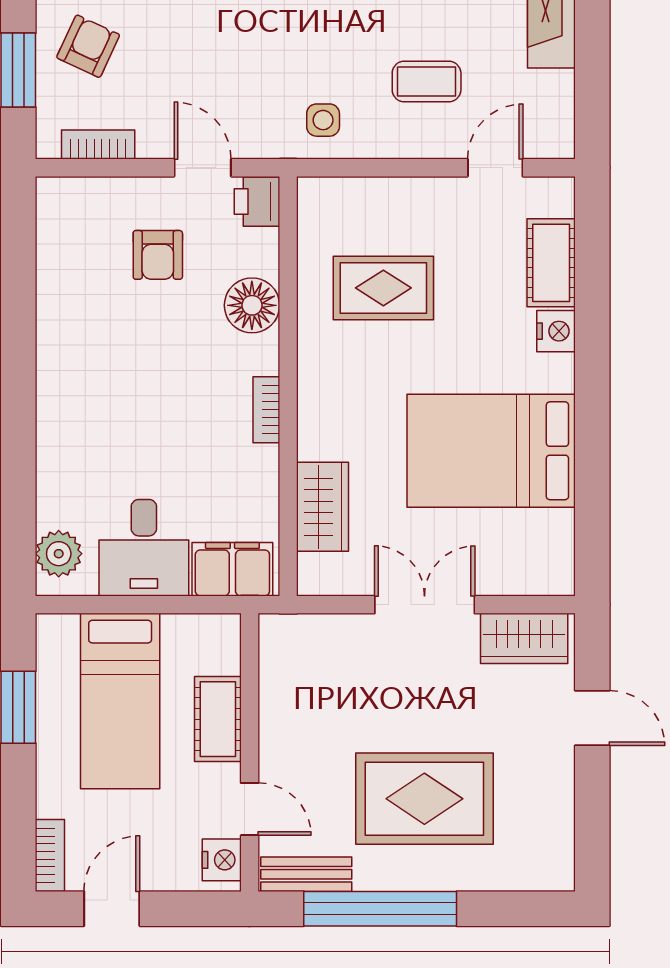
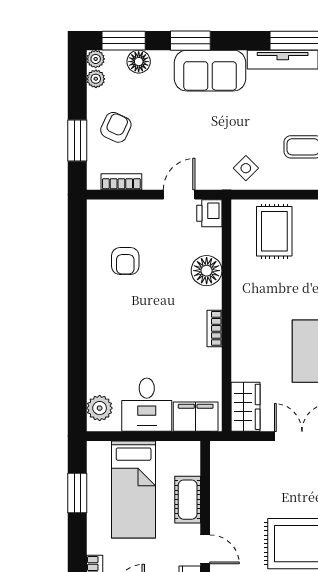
side table: (323, 120) -> (246, 168), turned 45
door: (203, 168) -> (179, 195), hinge flipped
armchair: (158, 255) -> (125, 261), moved
rug: (383, 288) -> (274, 231), moved, turned 90
wardrobe: (323, 507) -> (246, 407), moved

